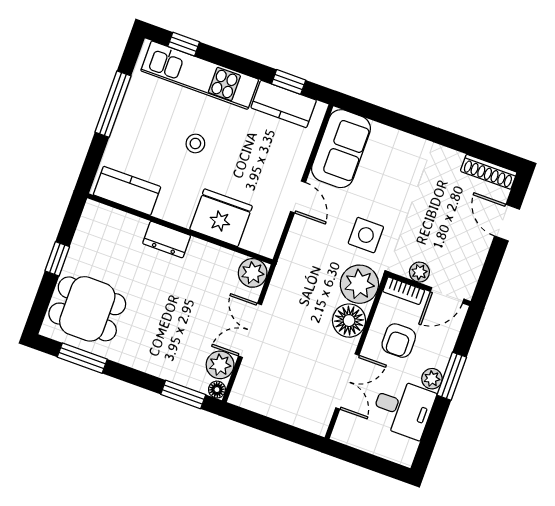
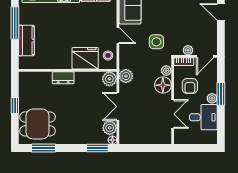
stool: (195, 143) -> (108, 55), moved
kitchen counter: (127, 191) -> (26, 41), moved, turned 90
plant: (286, 279) -> (126, 76), added
plant: (359, 284) -> (166, 71), width x0.53, depth x0.53

